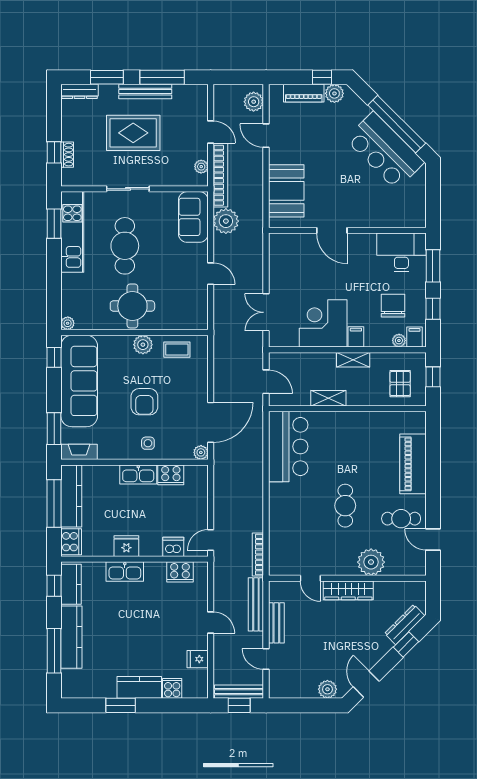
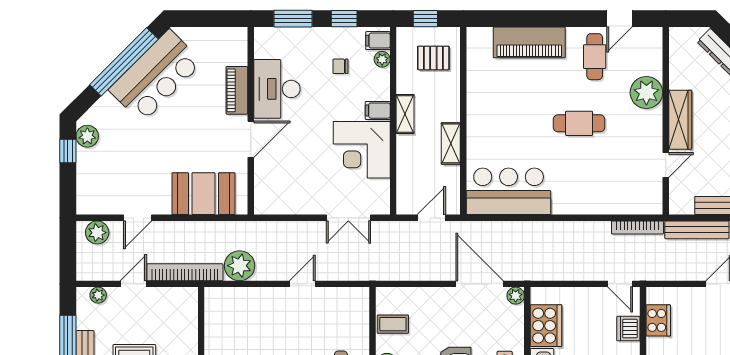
piano: (304, 93) -> (237, 90), moved, turned 180
plant: (201, 167) -> (98, 295), moved
sofa: (193, 217) -> (235, 305), removed
desk: (401, 252) -> (277, 89), moved
chair: (393, 306) -> (340, 66), width x0.54, depth x0.54
coffee table: (177, 350) -> (393, 324), turned 90
cooker: (171, 475) -> (546, 326), width x1.37, depth x1.31

